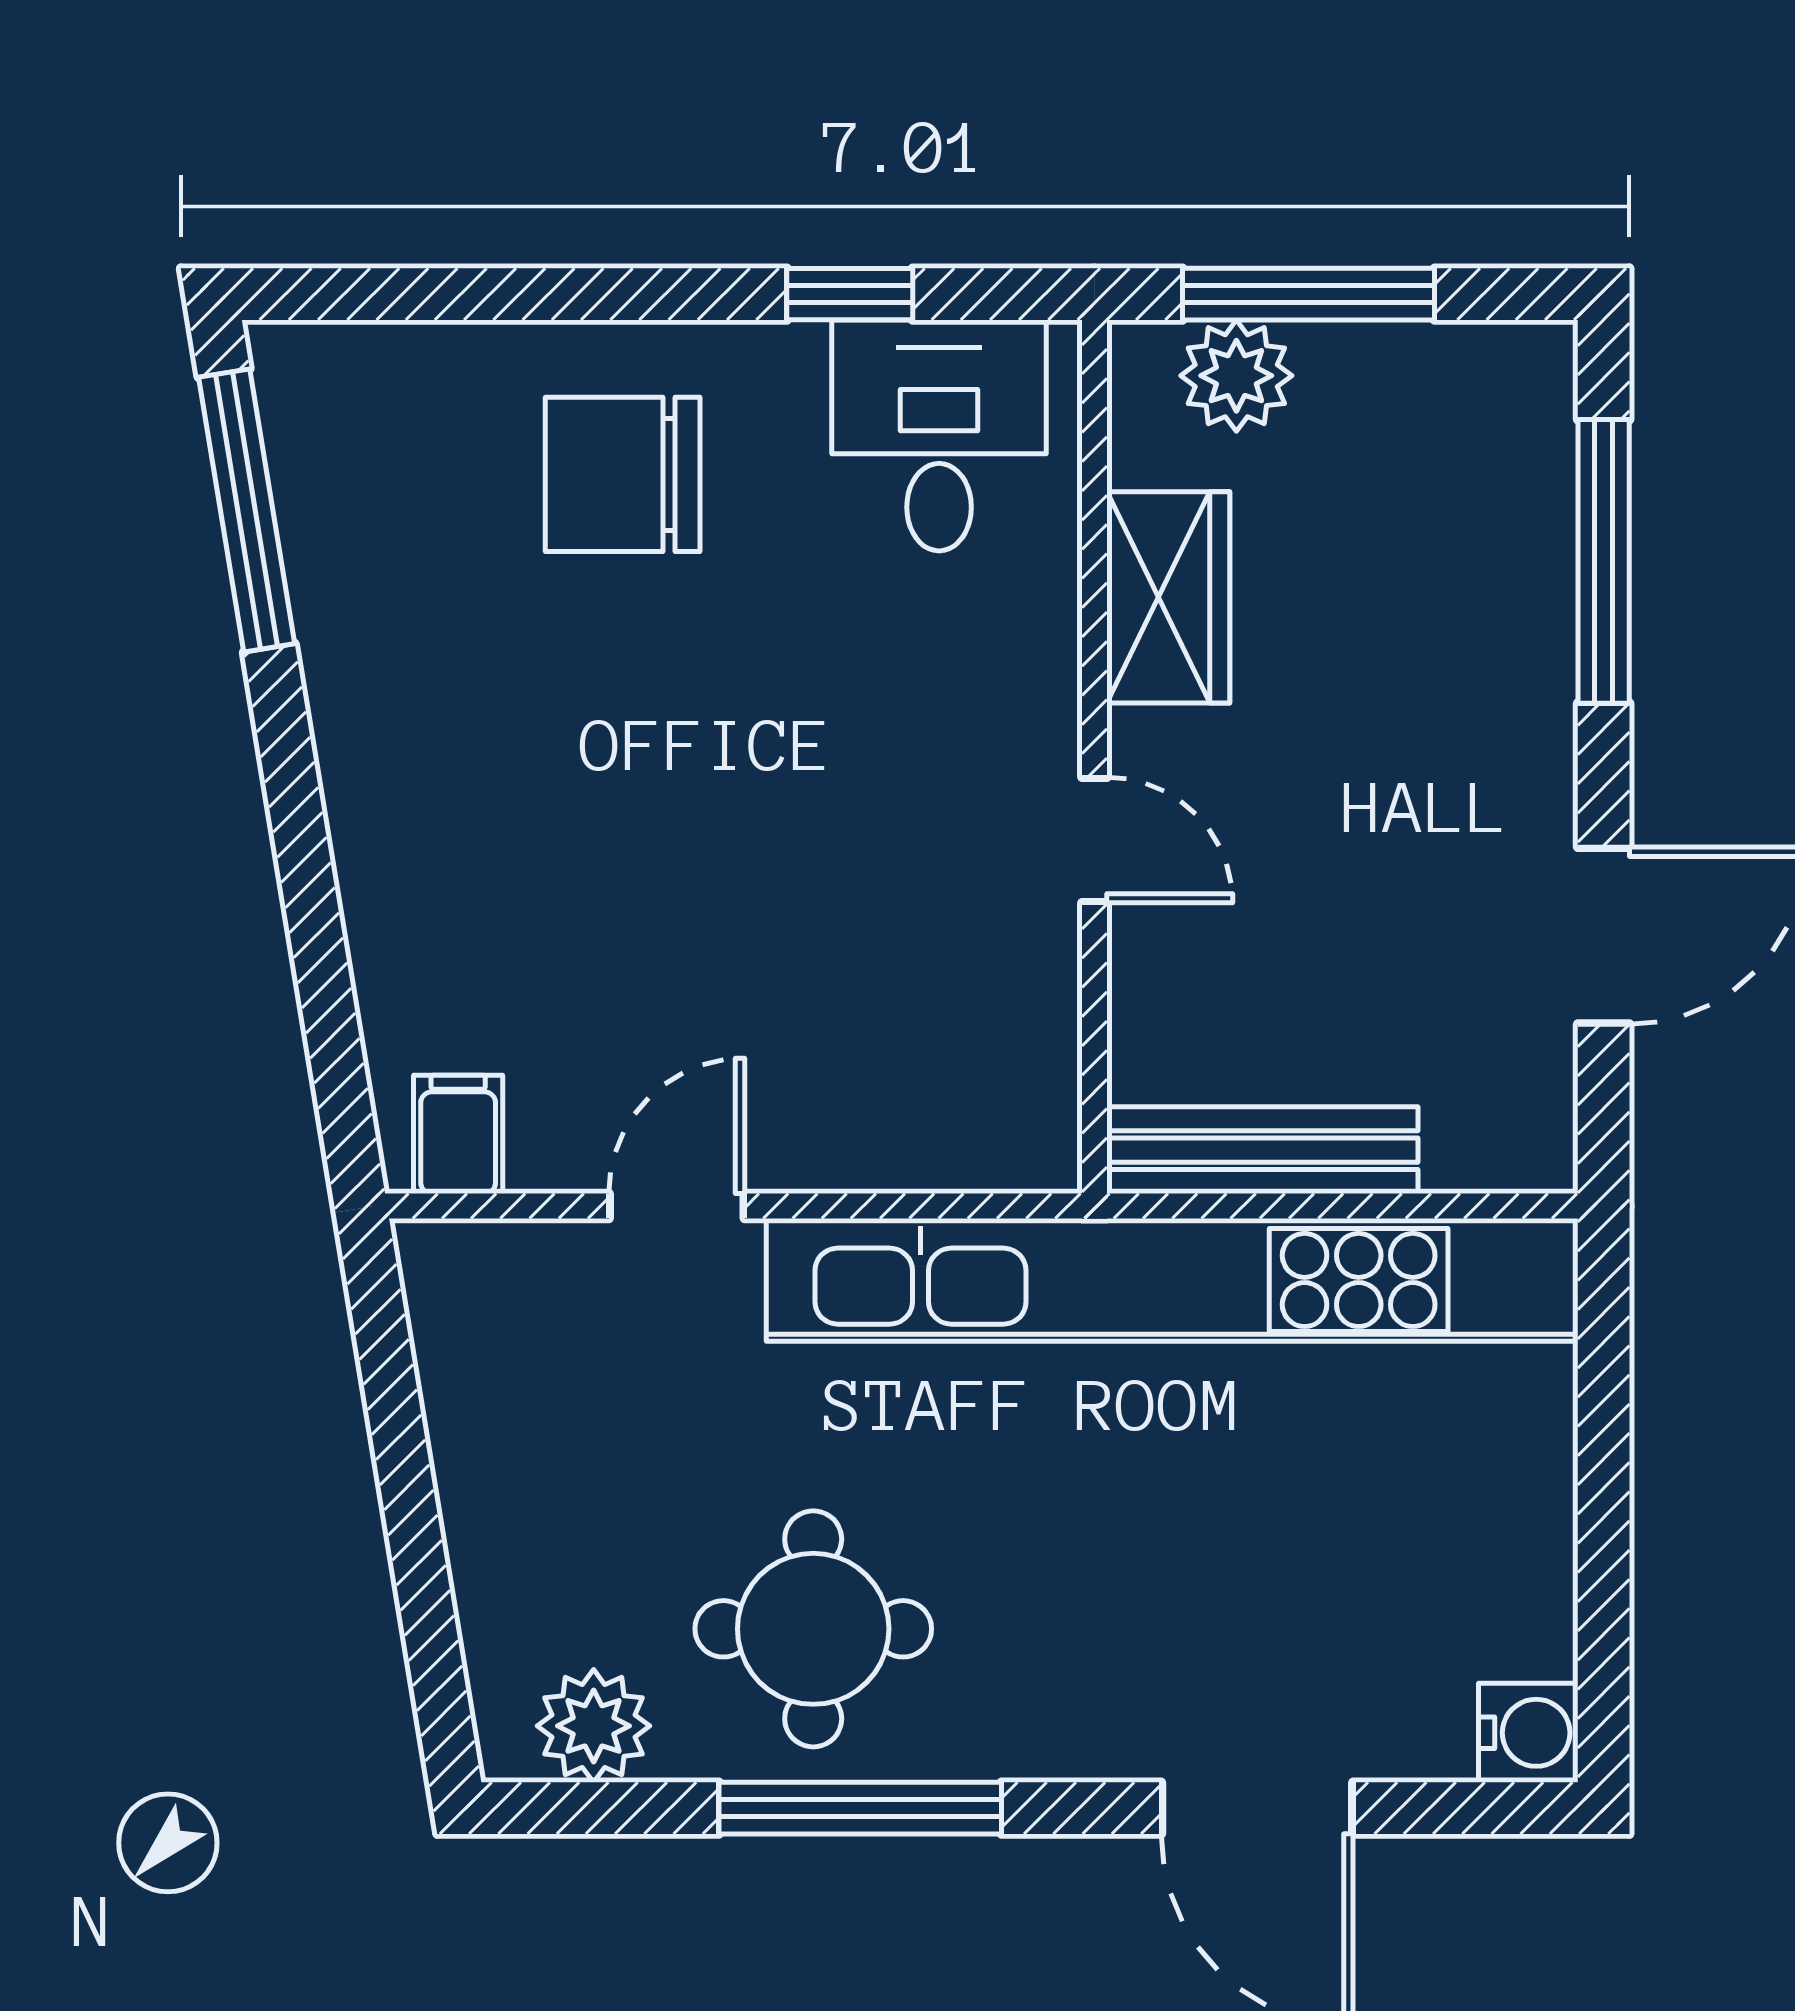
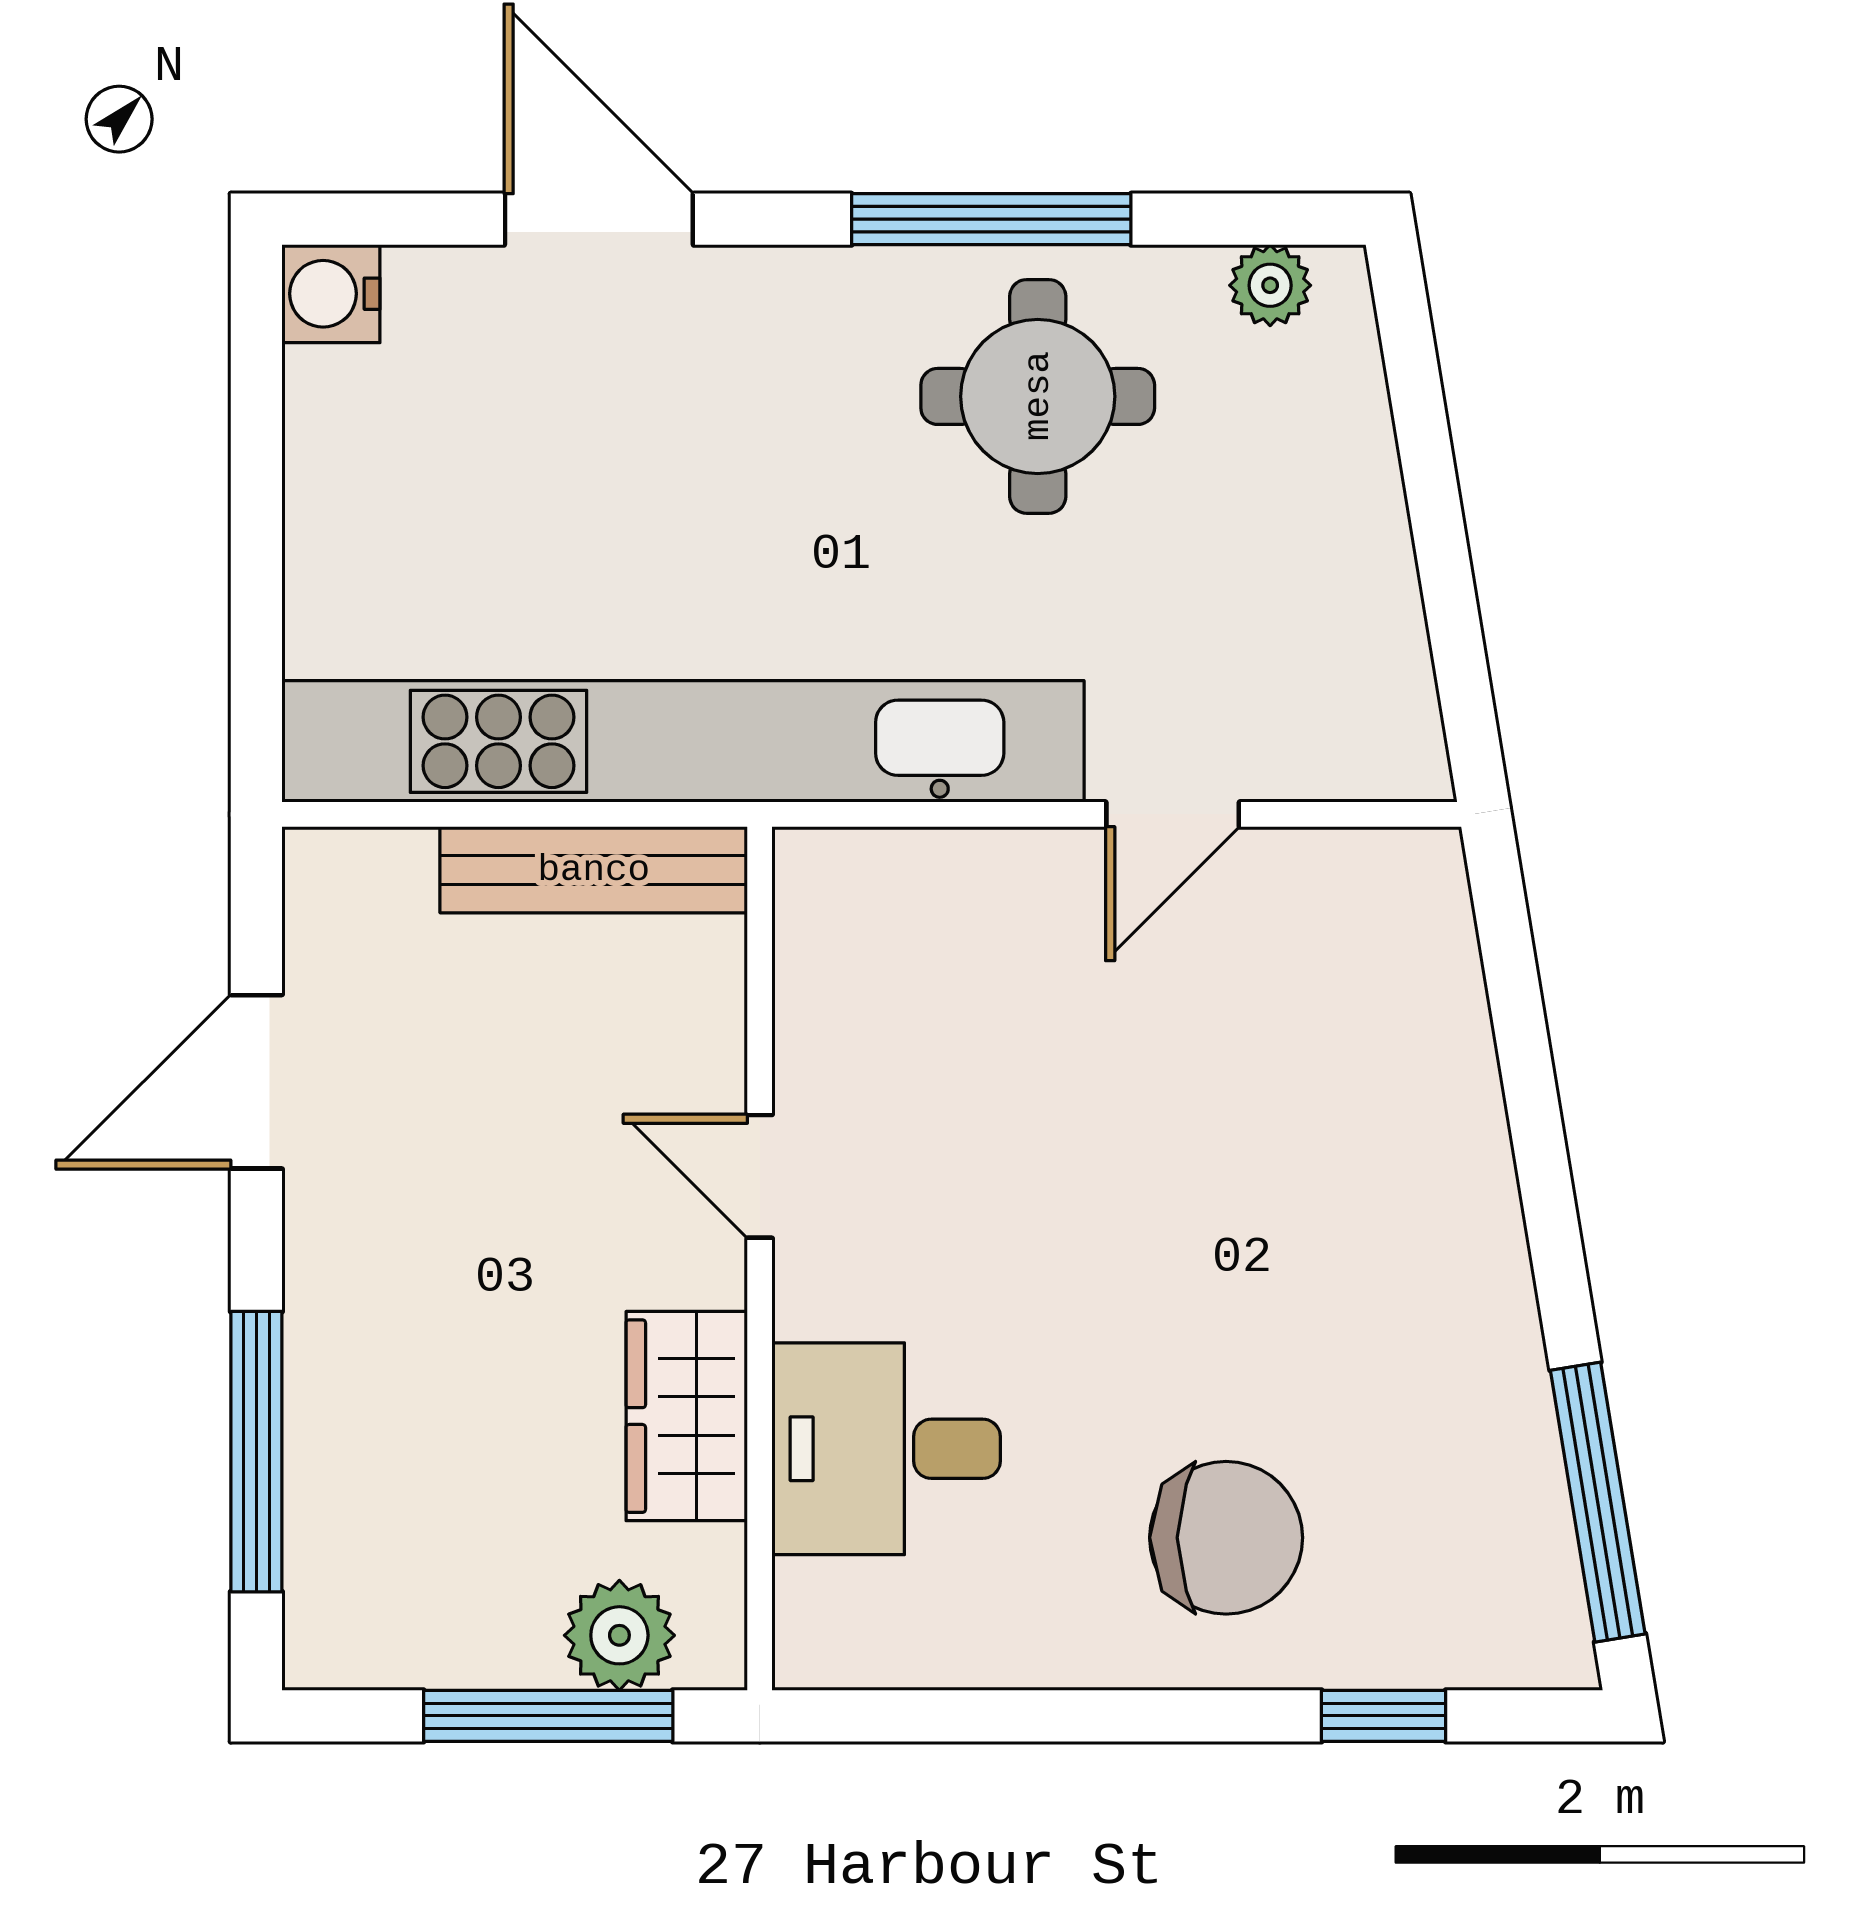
window: (850, 294) -> (1384, 1716), moved
desk: (939, 436) -> (886, 1449), moved, turned 90
filing cabinet: (458, 1134) -> (1389, 885), removed
plant: (594, 1726) -> (1270, 285), width x0.73, depth x0.73

